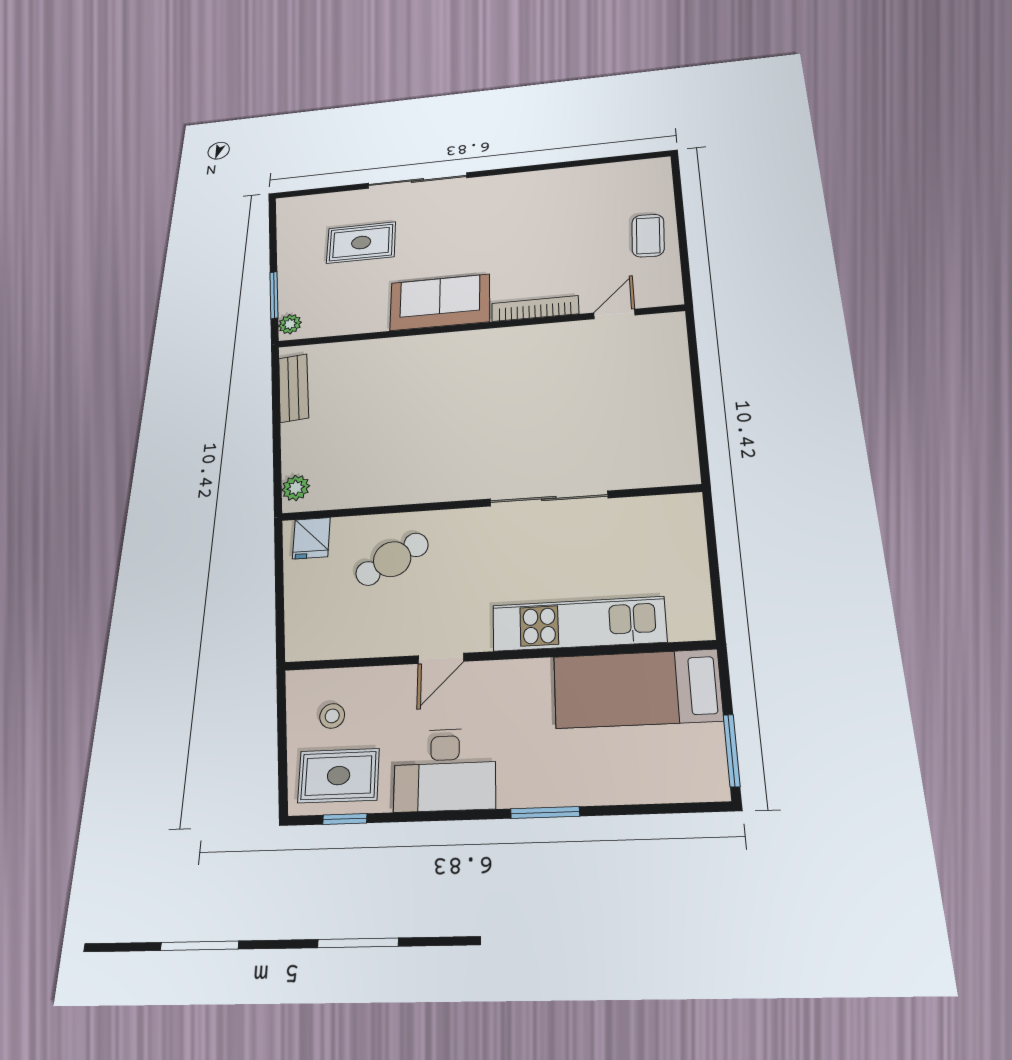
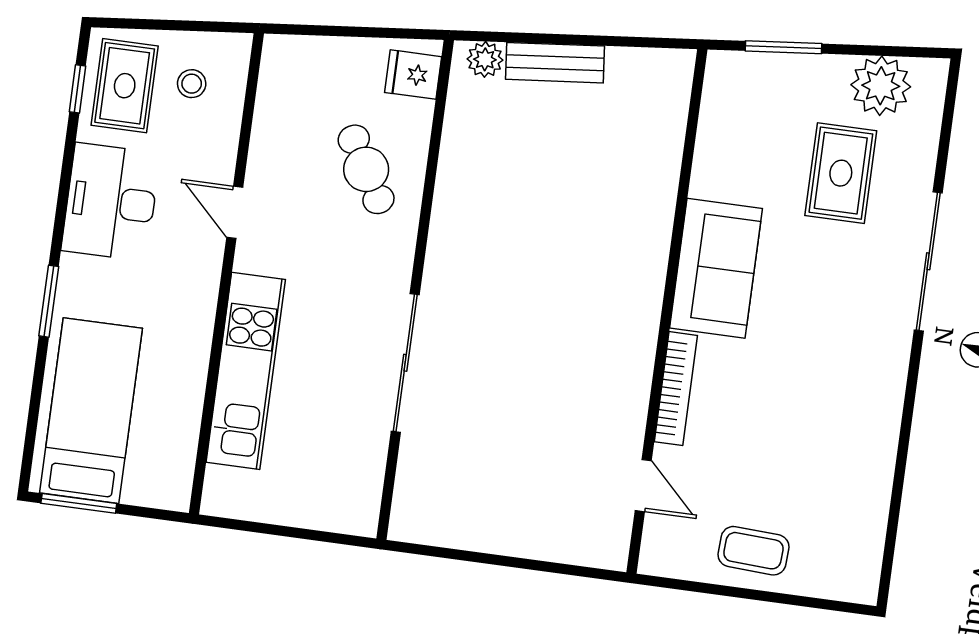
plant: (290, 324) -> (881, 86), moved, width x1.87, depth x1.87
bench: (294, 388) -> (555, 63), moved
bed: (637, 688) -> (91, 411), moved

